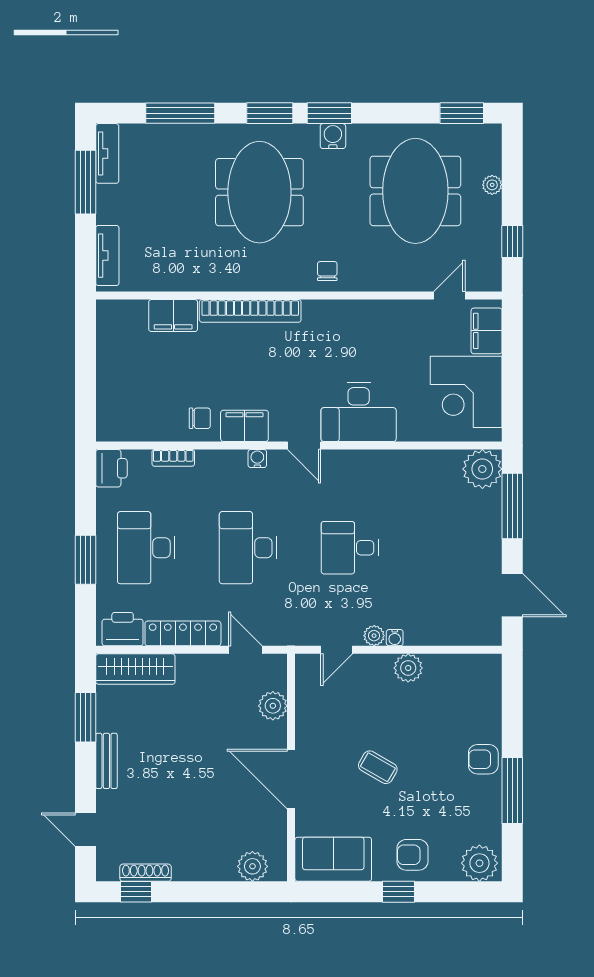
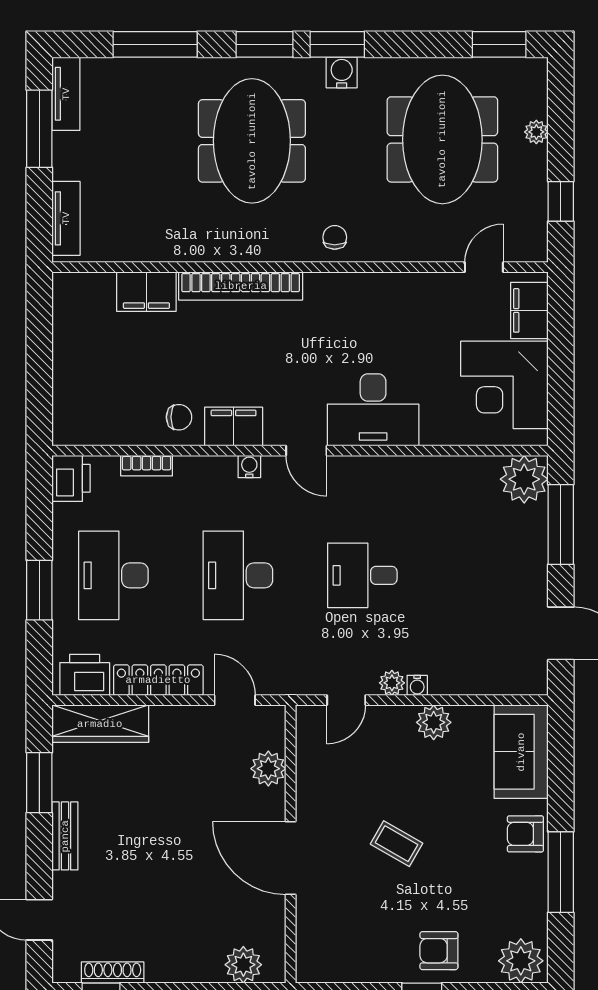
sofa: (333, 859) -> (521, 752), moved, turned -90

